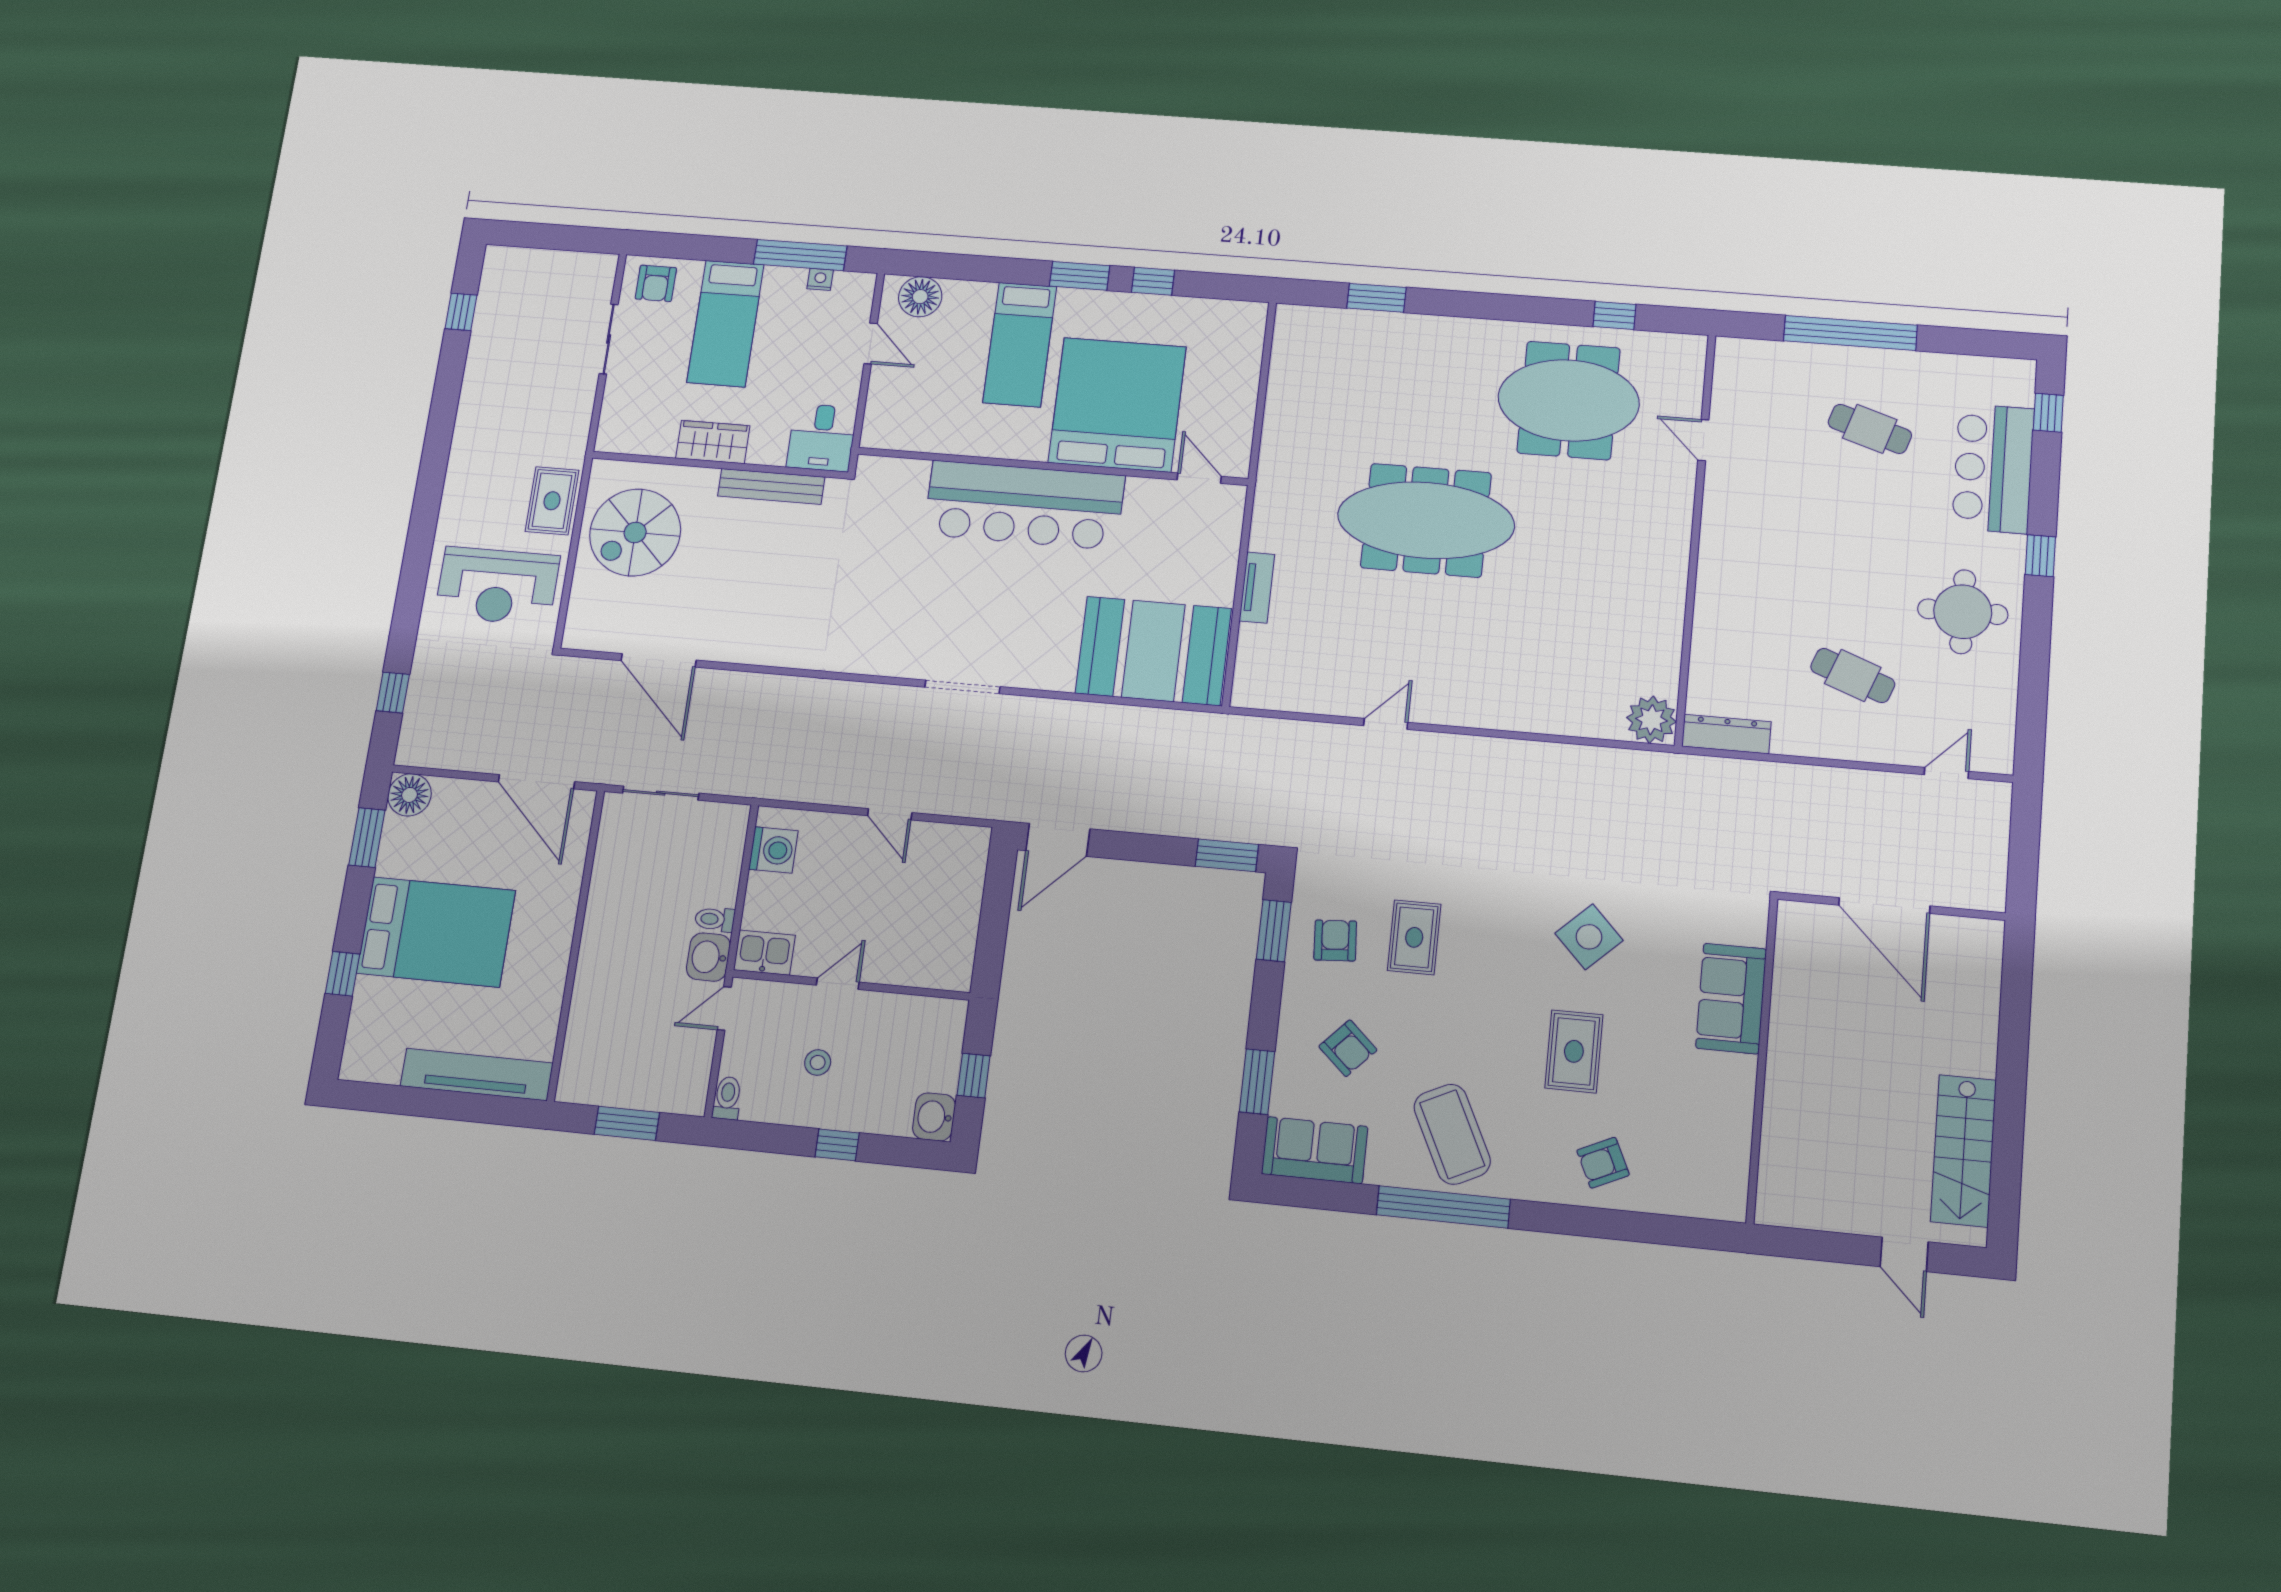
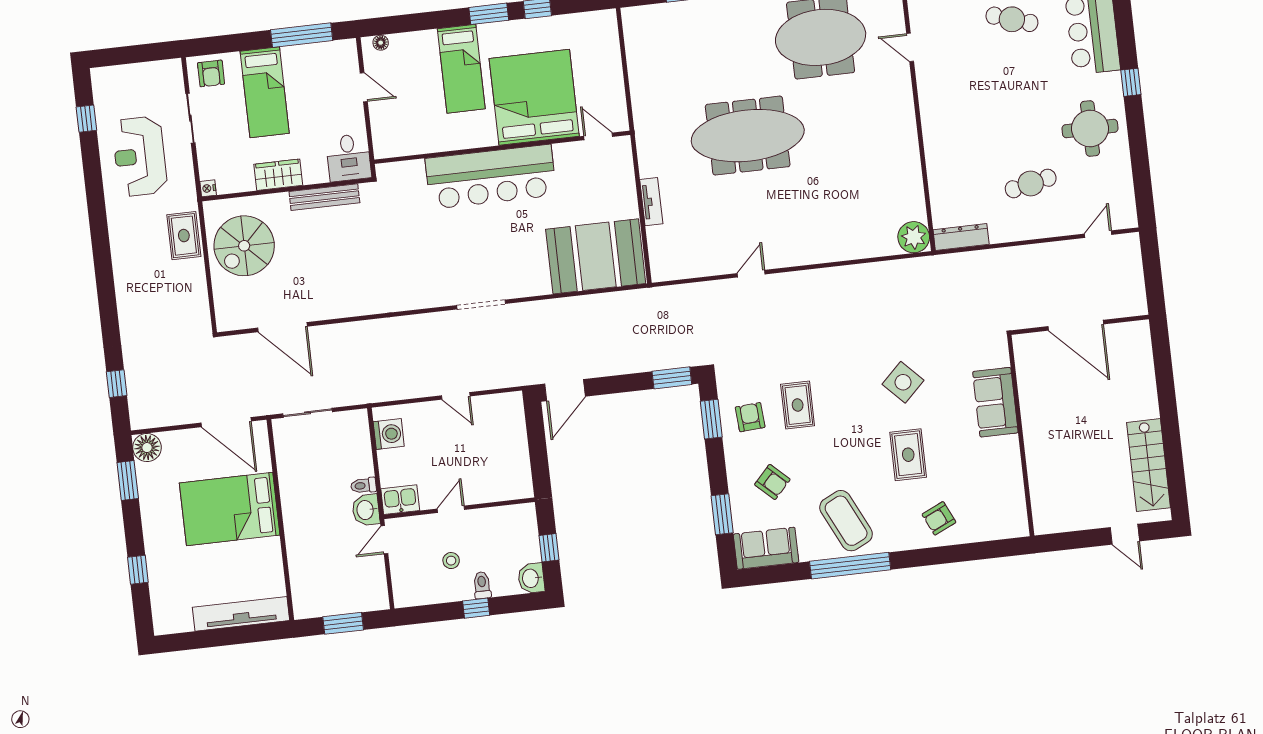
nightstand: (820, 279) -> (208, 188), moved, turned -90
floor lamp: (920, 297) -> (381, 43), width x0.53, depth x0.53
reception desk: (497, 586) -> (140, 156), moved, turned 90
cafe table: (1853, 675) -> (1031, 183), turned -33
bed: (436, 932) -> (230, 509), moved, turned 180
toilet: (727, 1098) -> (482, 585), moved

